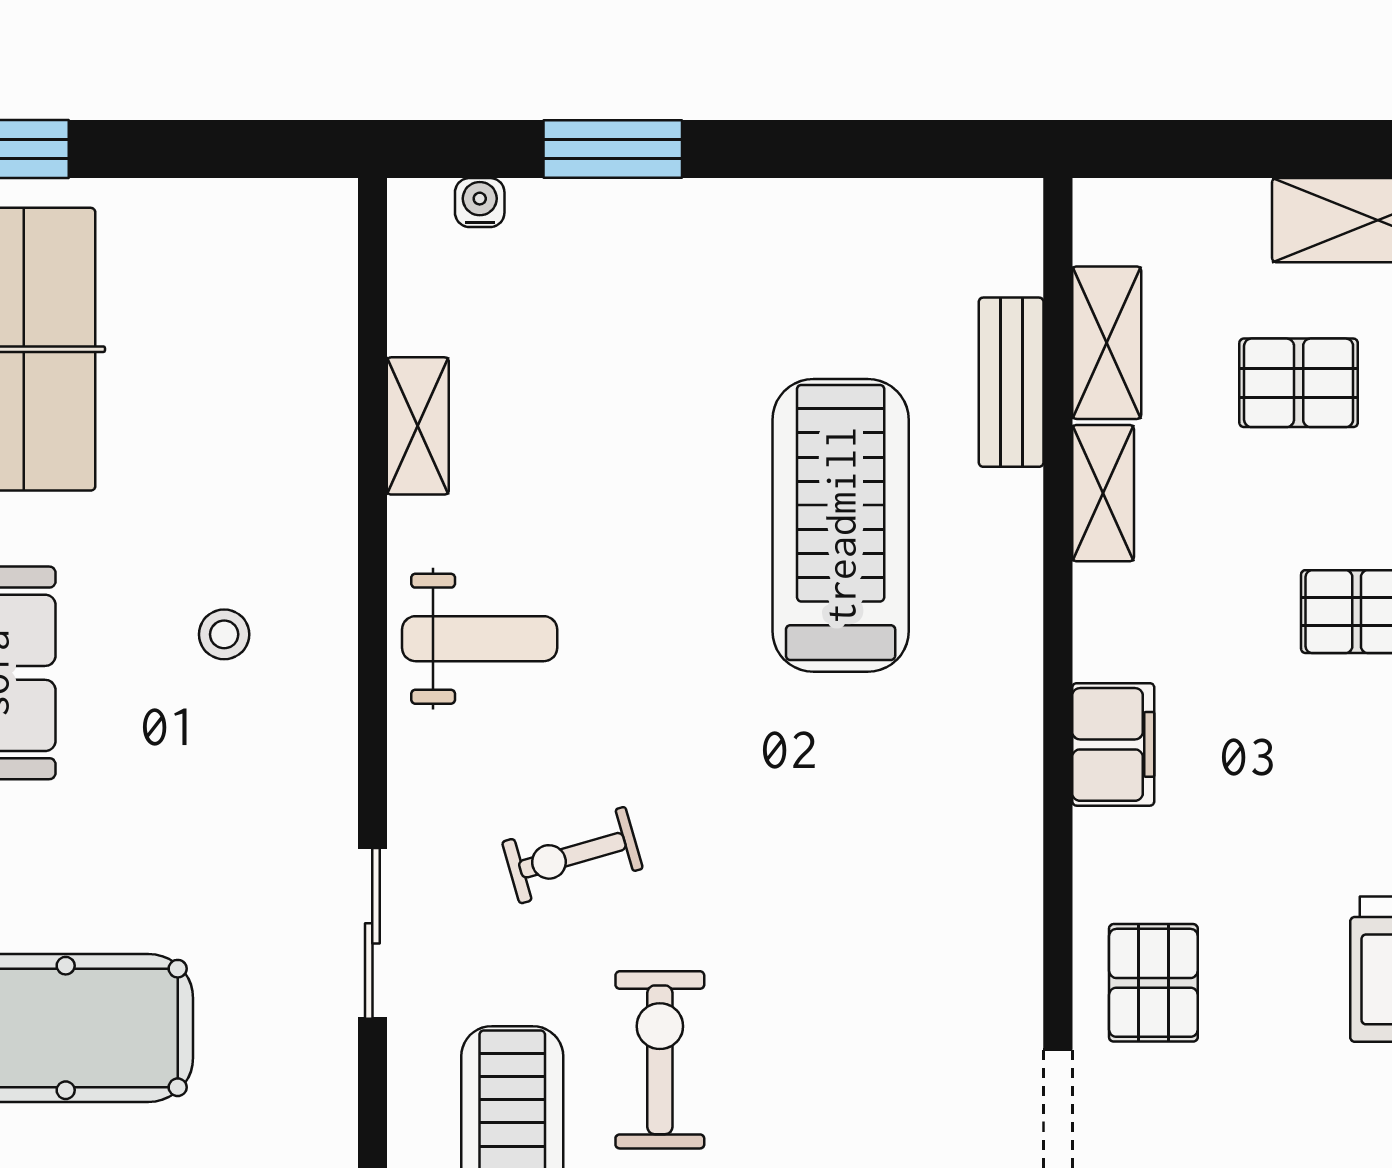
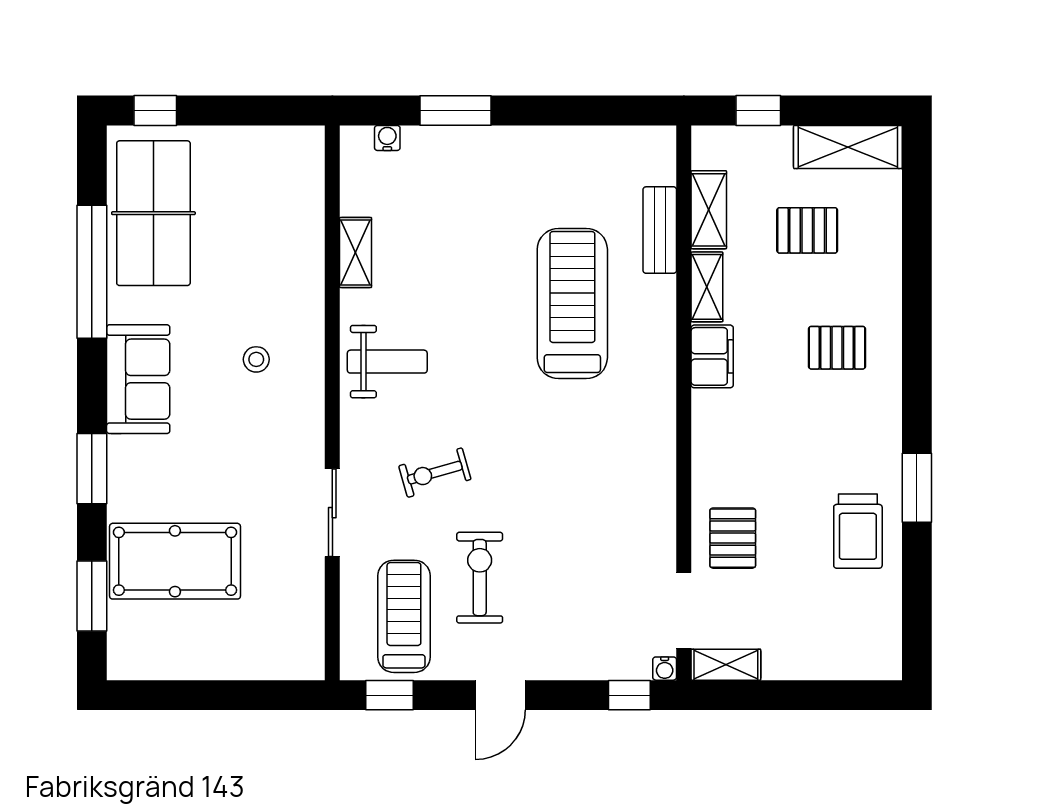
window: (1203, 149) -> (758, 110), added
filing cabinet: (1113, 744) -> (712, 356), moved

